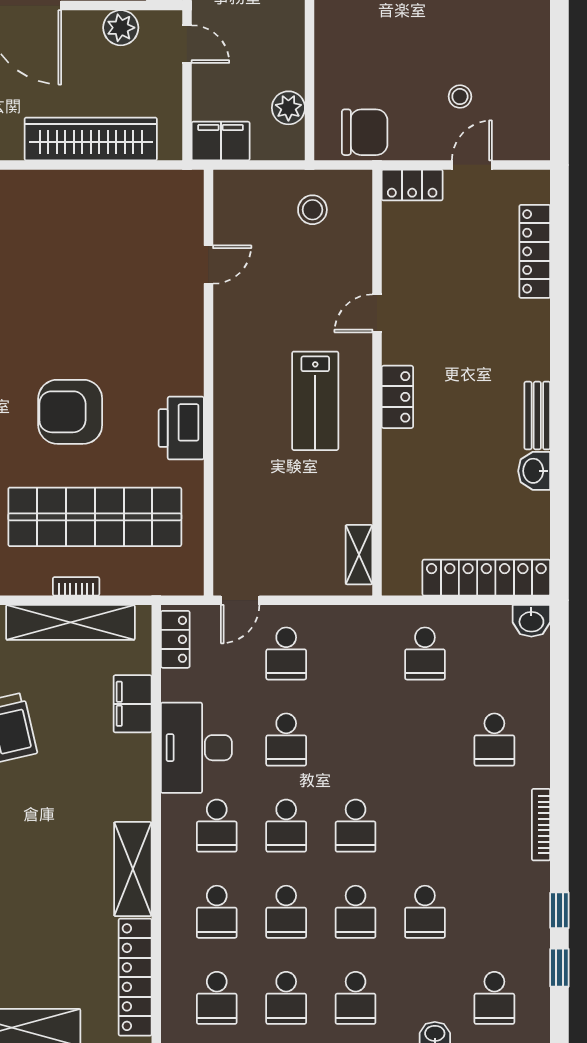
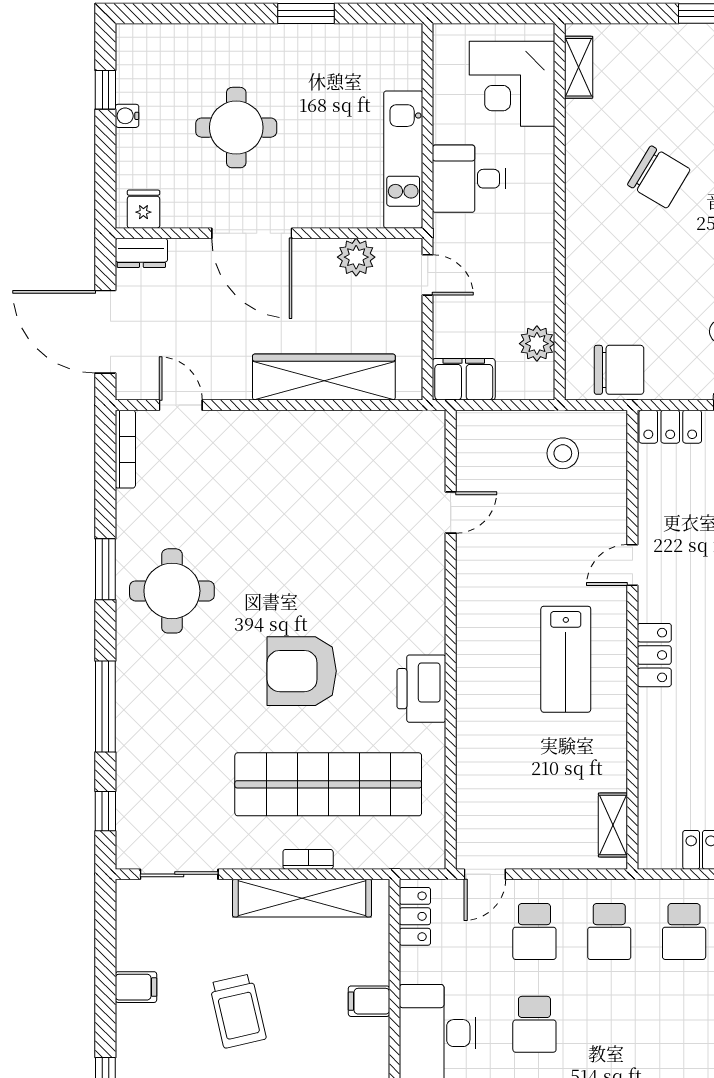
school desk: (356, 653) -> (609, 932), added
filing cabinet: (133, 704) -> (369, 1001), width x0.50

